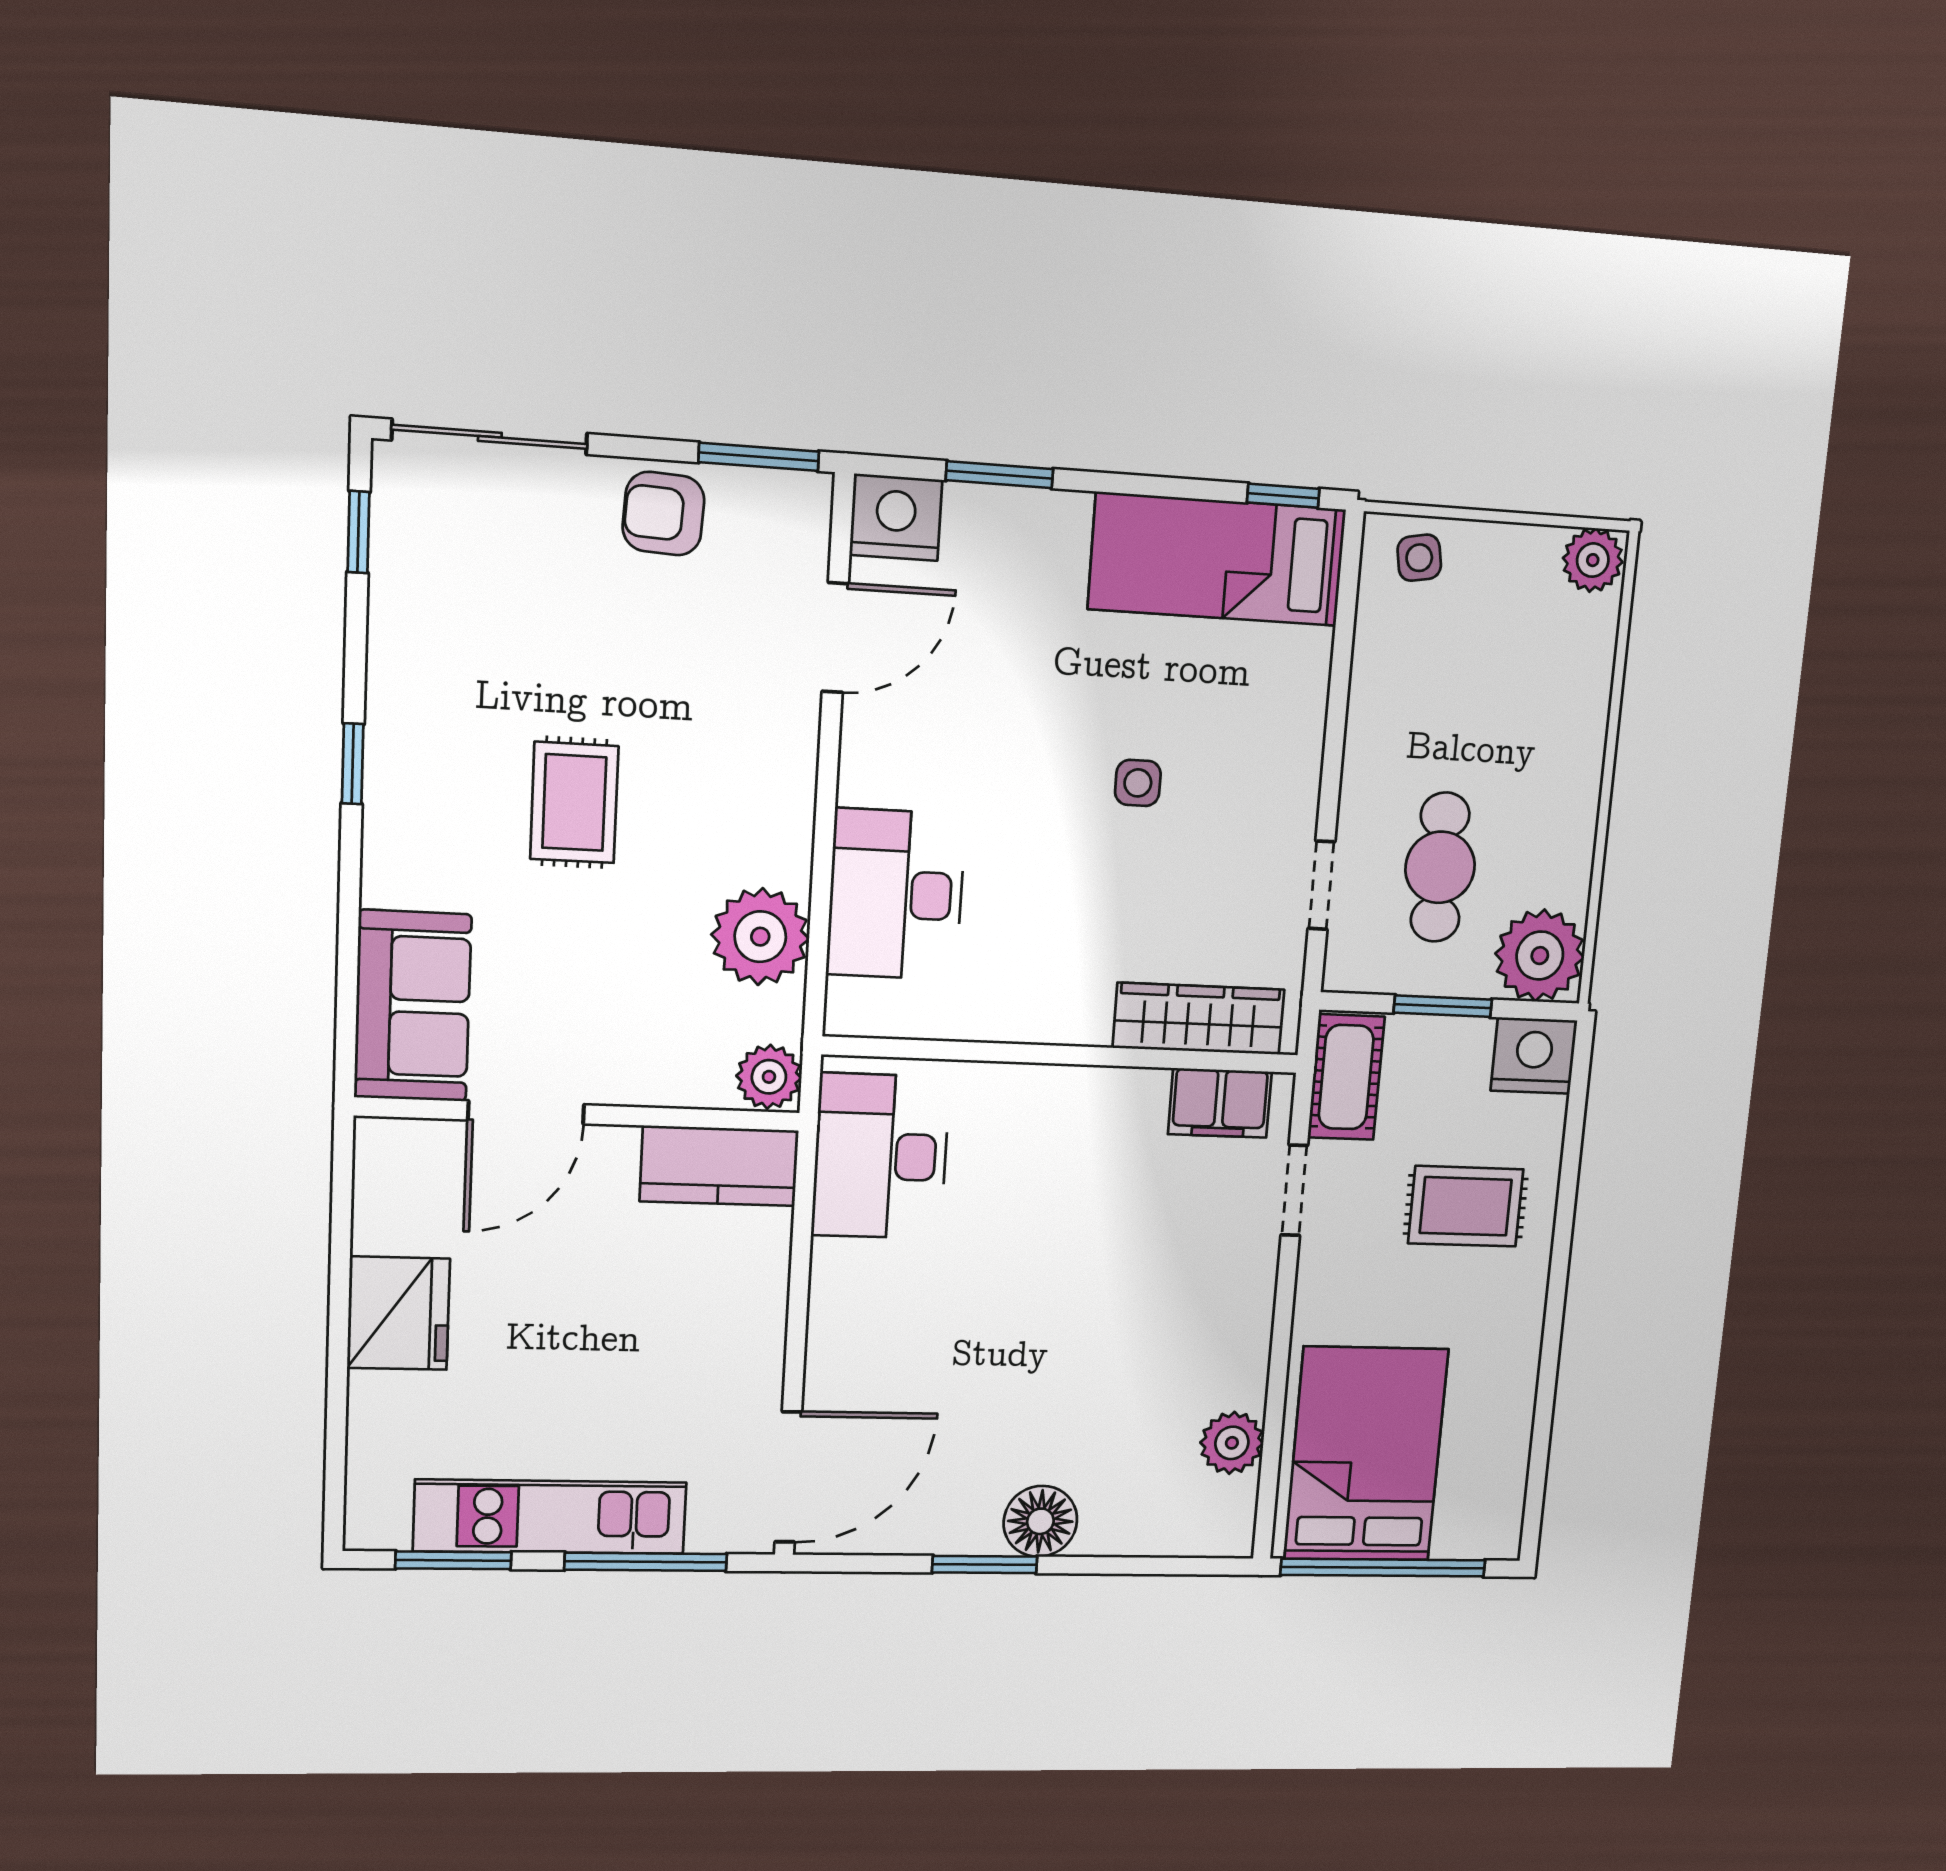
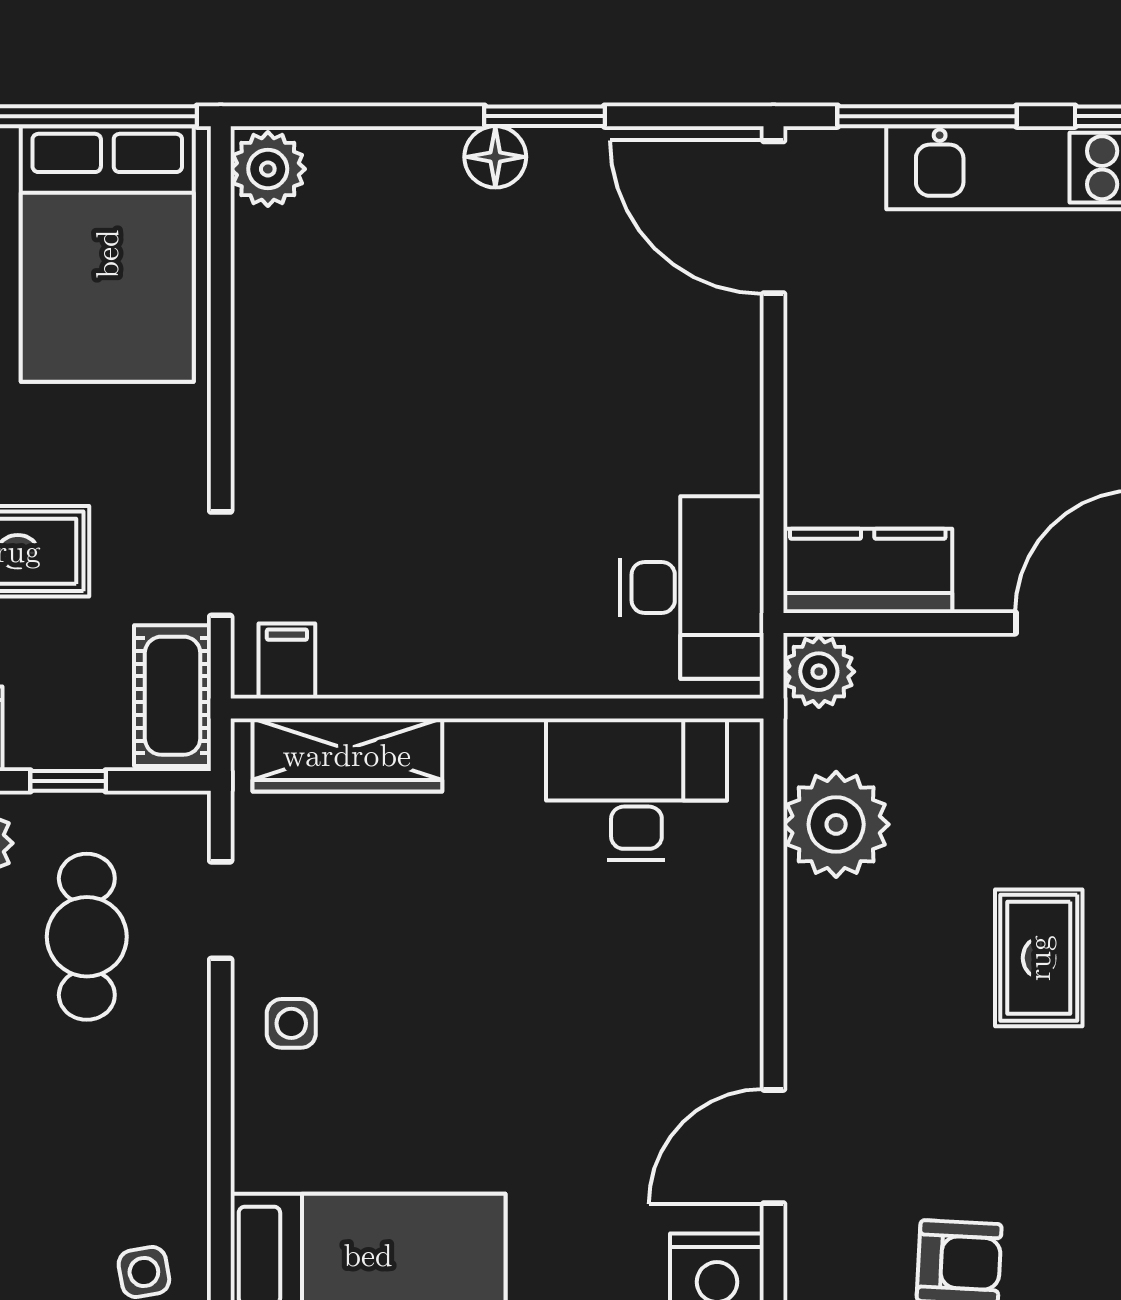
side table: (1138, 783) -> (291, 1023), moved
desk: (896, 894) -> (636, 789), moved, turned -90
window: (1443, 1006) -> (68, 781), width x0.67
filing cabinet: (1220, 1103) -> (287, 661), width x0.50
plant: (1232, 1443) -> (268, 169), moved
door: (788, 1477) -> (774, 217), hinge flipped
floor lamp: (1040, 1521) -> (495, 157), width x0.73, depth x0.73

